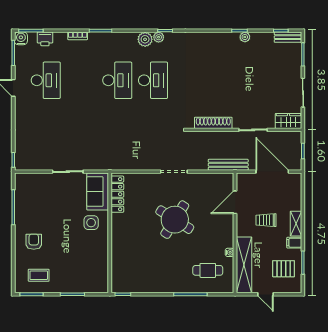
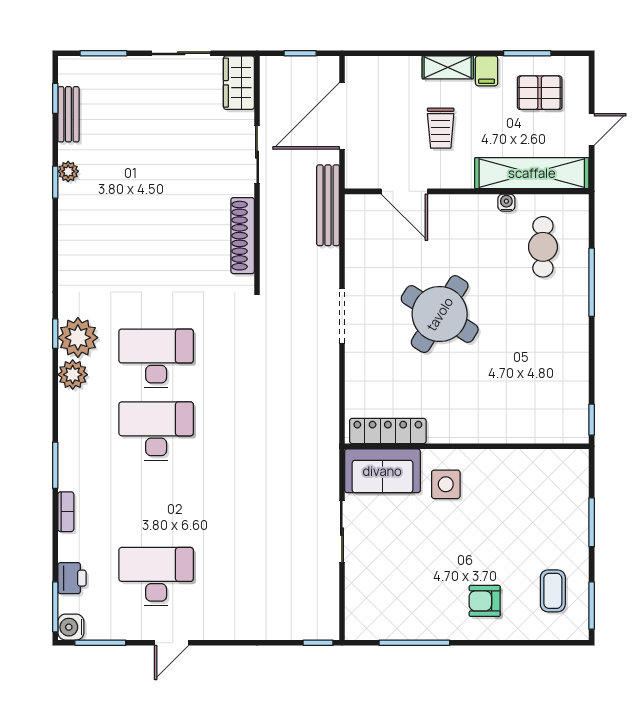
plant: (159, 37) -> (78, 338), width x1.87, depth x1.87
bench: (288, 37) -> (68, 114), moved
pallet: (284, 269) -> (540, 93), turned 90

